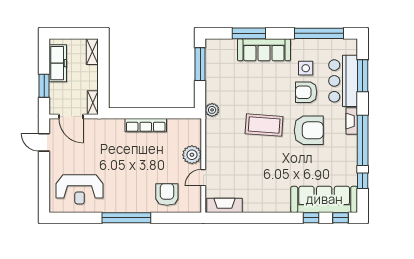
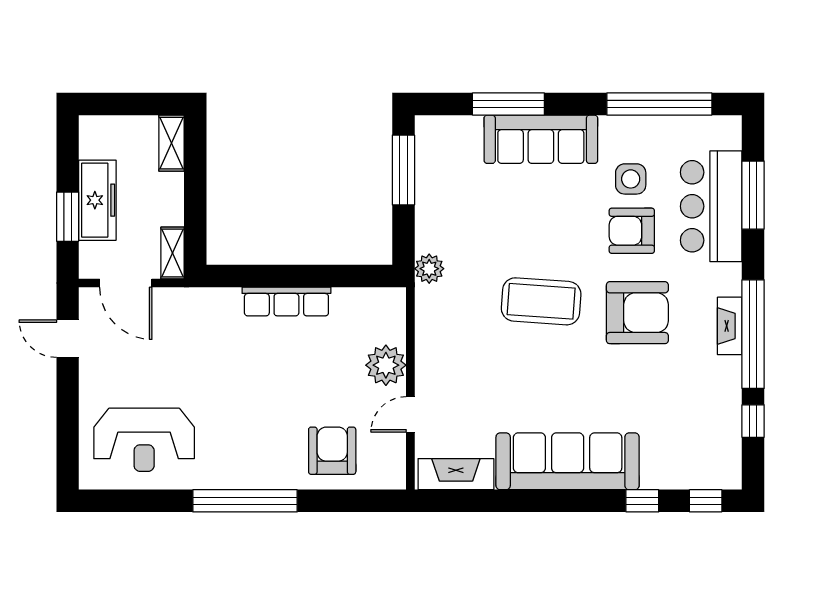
freezer: (58, 63) -> (97, 200), moved
fireplace: (352, 121) -> (730, 326), moved
sofa: (324, 199) -> (568, 461), moved

